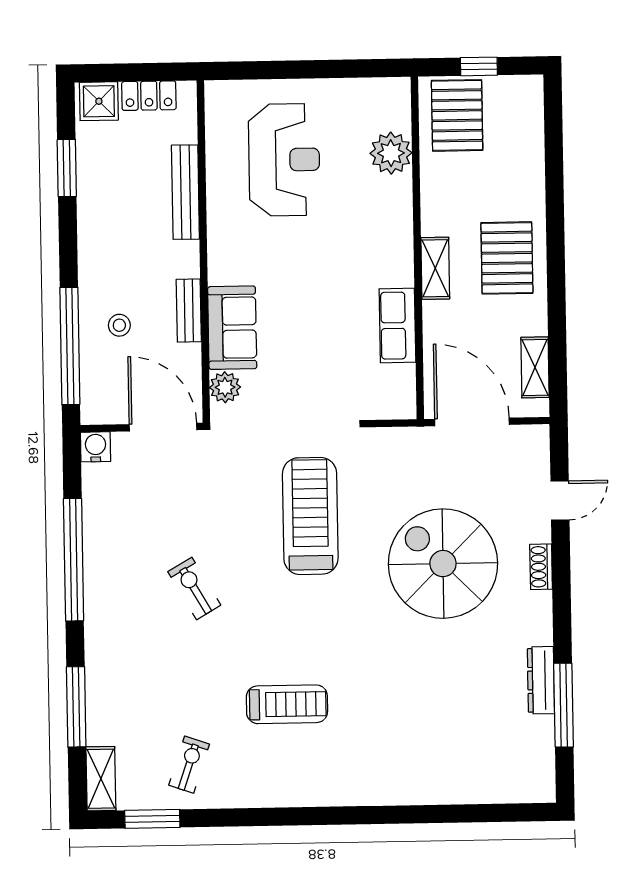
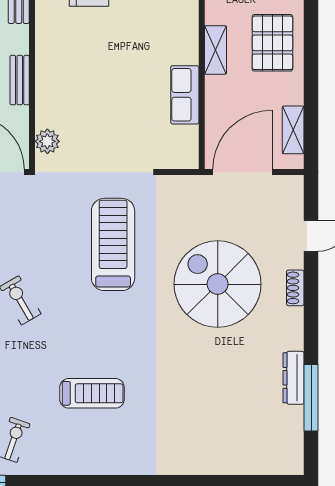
sofa: (232, 328) -> (54, 94), removed
door: (472, 422) -> (242, 172), hinge flipped

